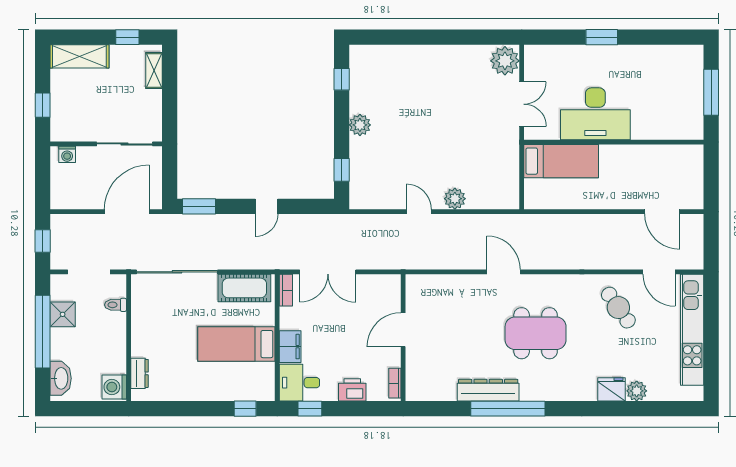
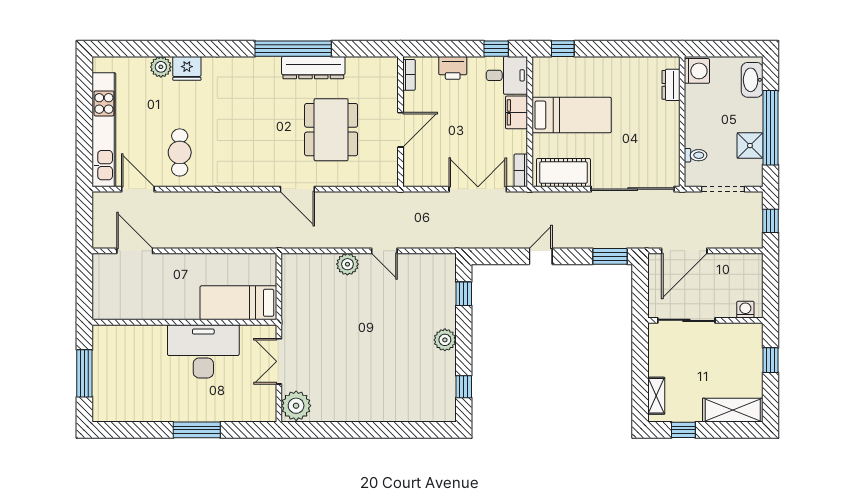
window: (602, 37) -> (197, 430), width x1.44
cafe table: (618, 308) -> (180, 152), turned 35
dining table: (536, 333) -> (331, 130), moved, turned 90

